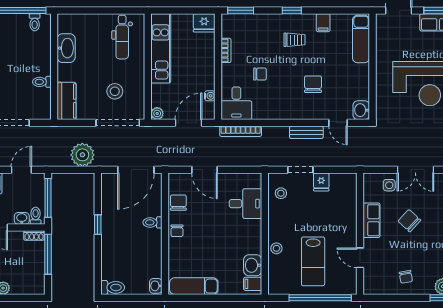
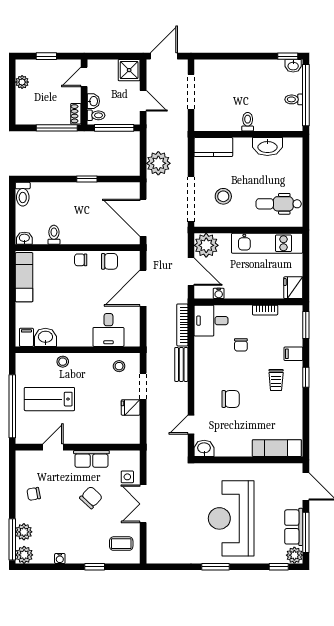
toilet: (35, 22) -> (294, 99), moved
filing cabinet: (323, 23) -> (293, 354), moved
toilet: (42, 82) -> (248, 122), moved
plant: (157, 113) -> (206, 245), width x1.88, depth x1.88
bench: (306, 132) -> (181, 364), moved
door: (205, 170) -> (143, 288), width x1.36
toilet: (152, 222) -> (54, 235), moved

